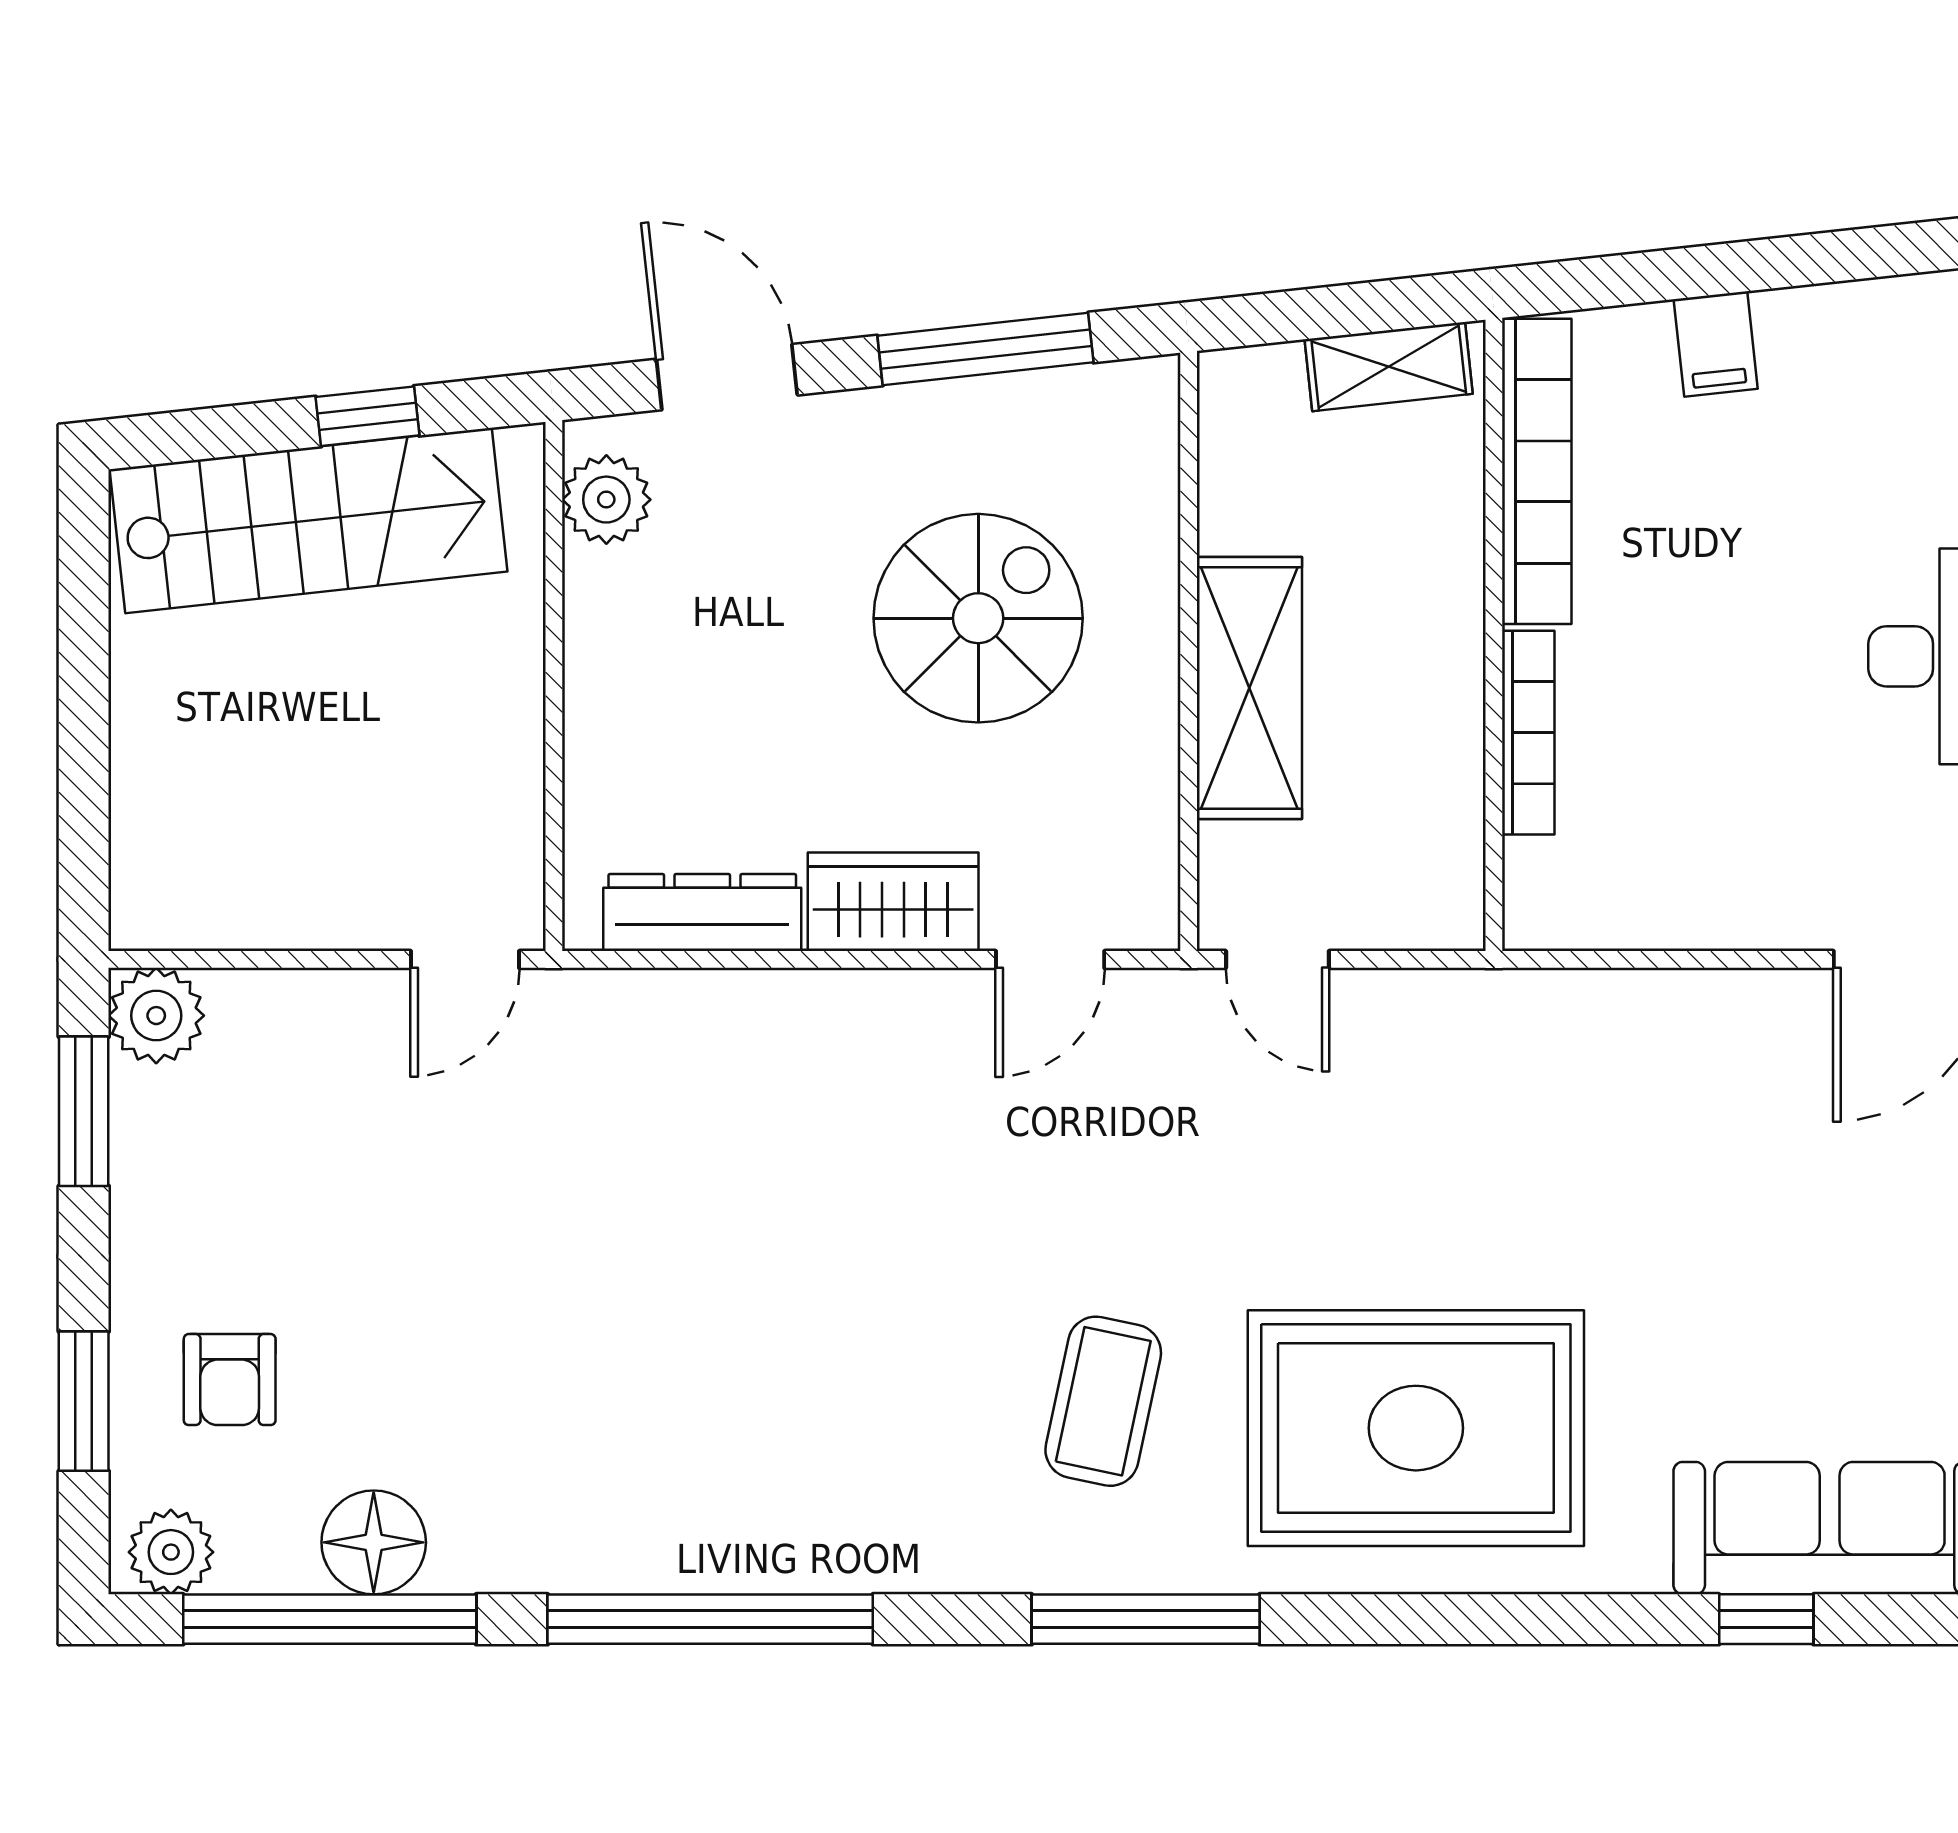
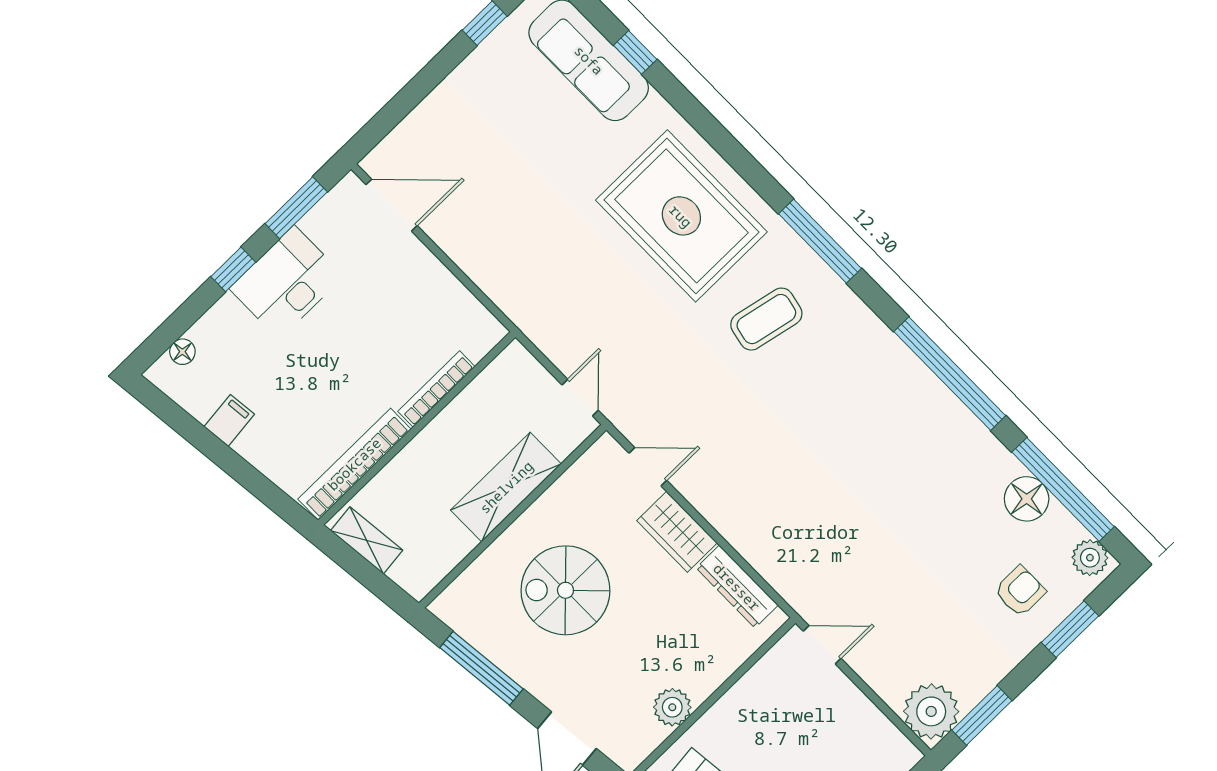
filing cabinet: (1716, 344) -> (229, 420), moved
plant: (606, 500) -> (672, 707), moved
plant: (156, 1016) -> (931, 711), width x1.36, depth x1.36

